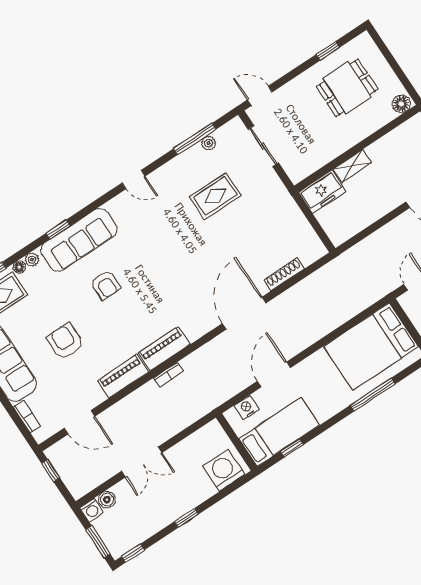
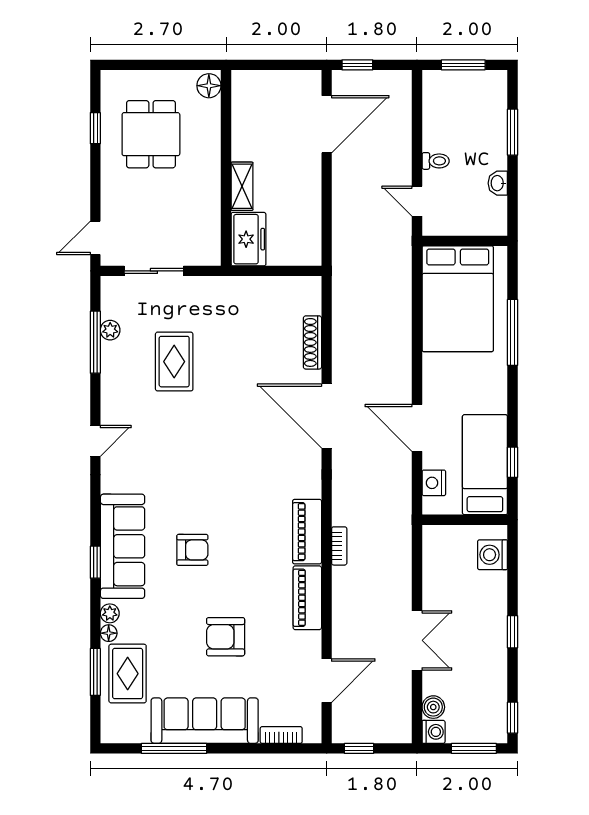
washing machine: (224, 470) -> (493, 555), width x0.73, depth x0.73

